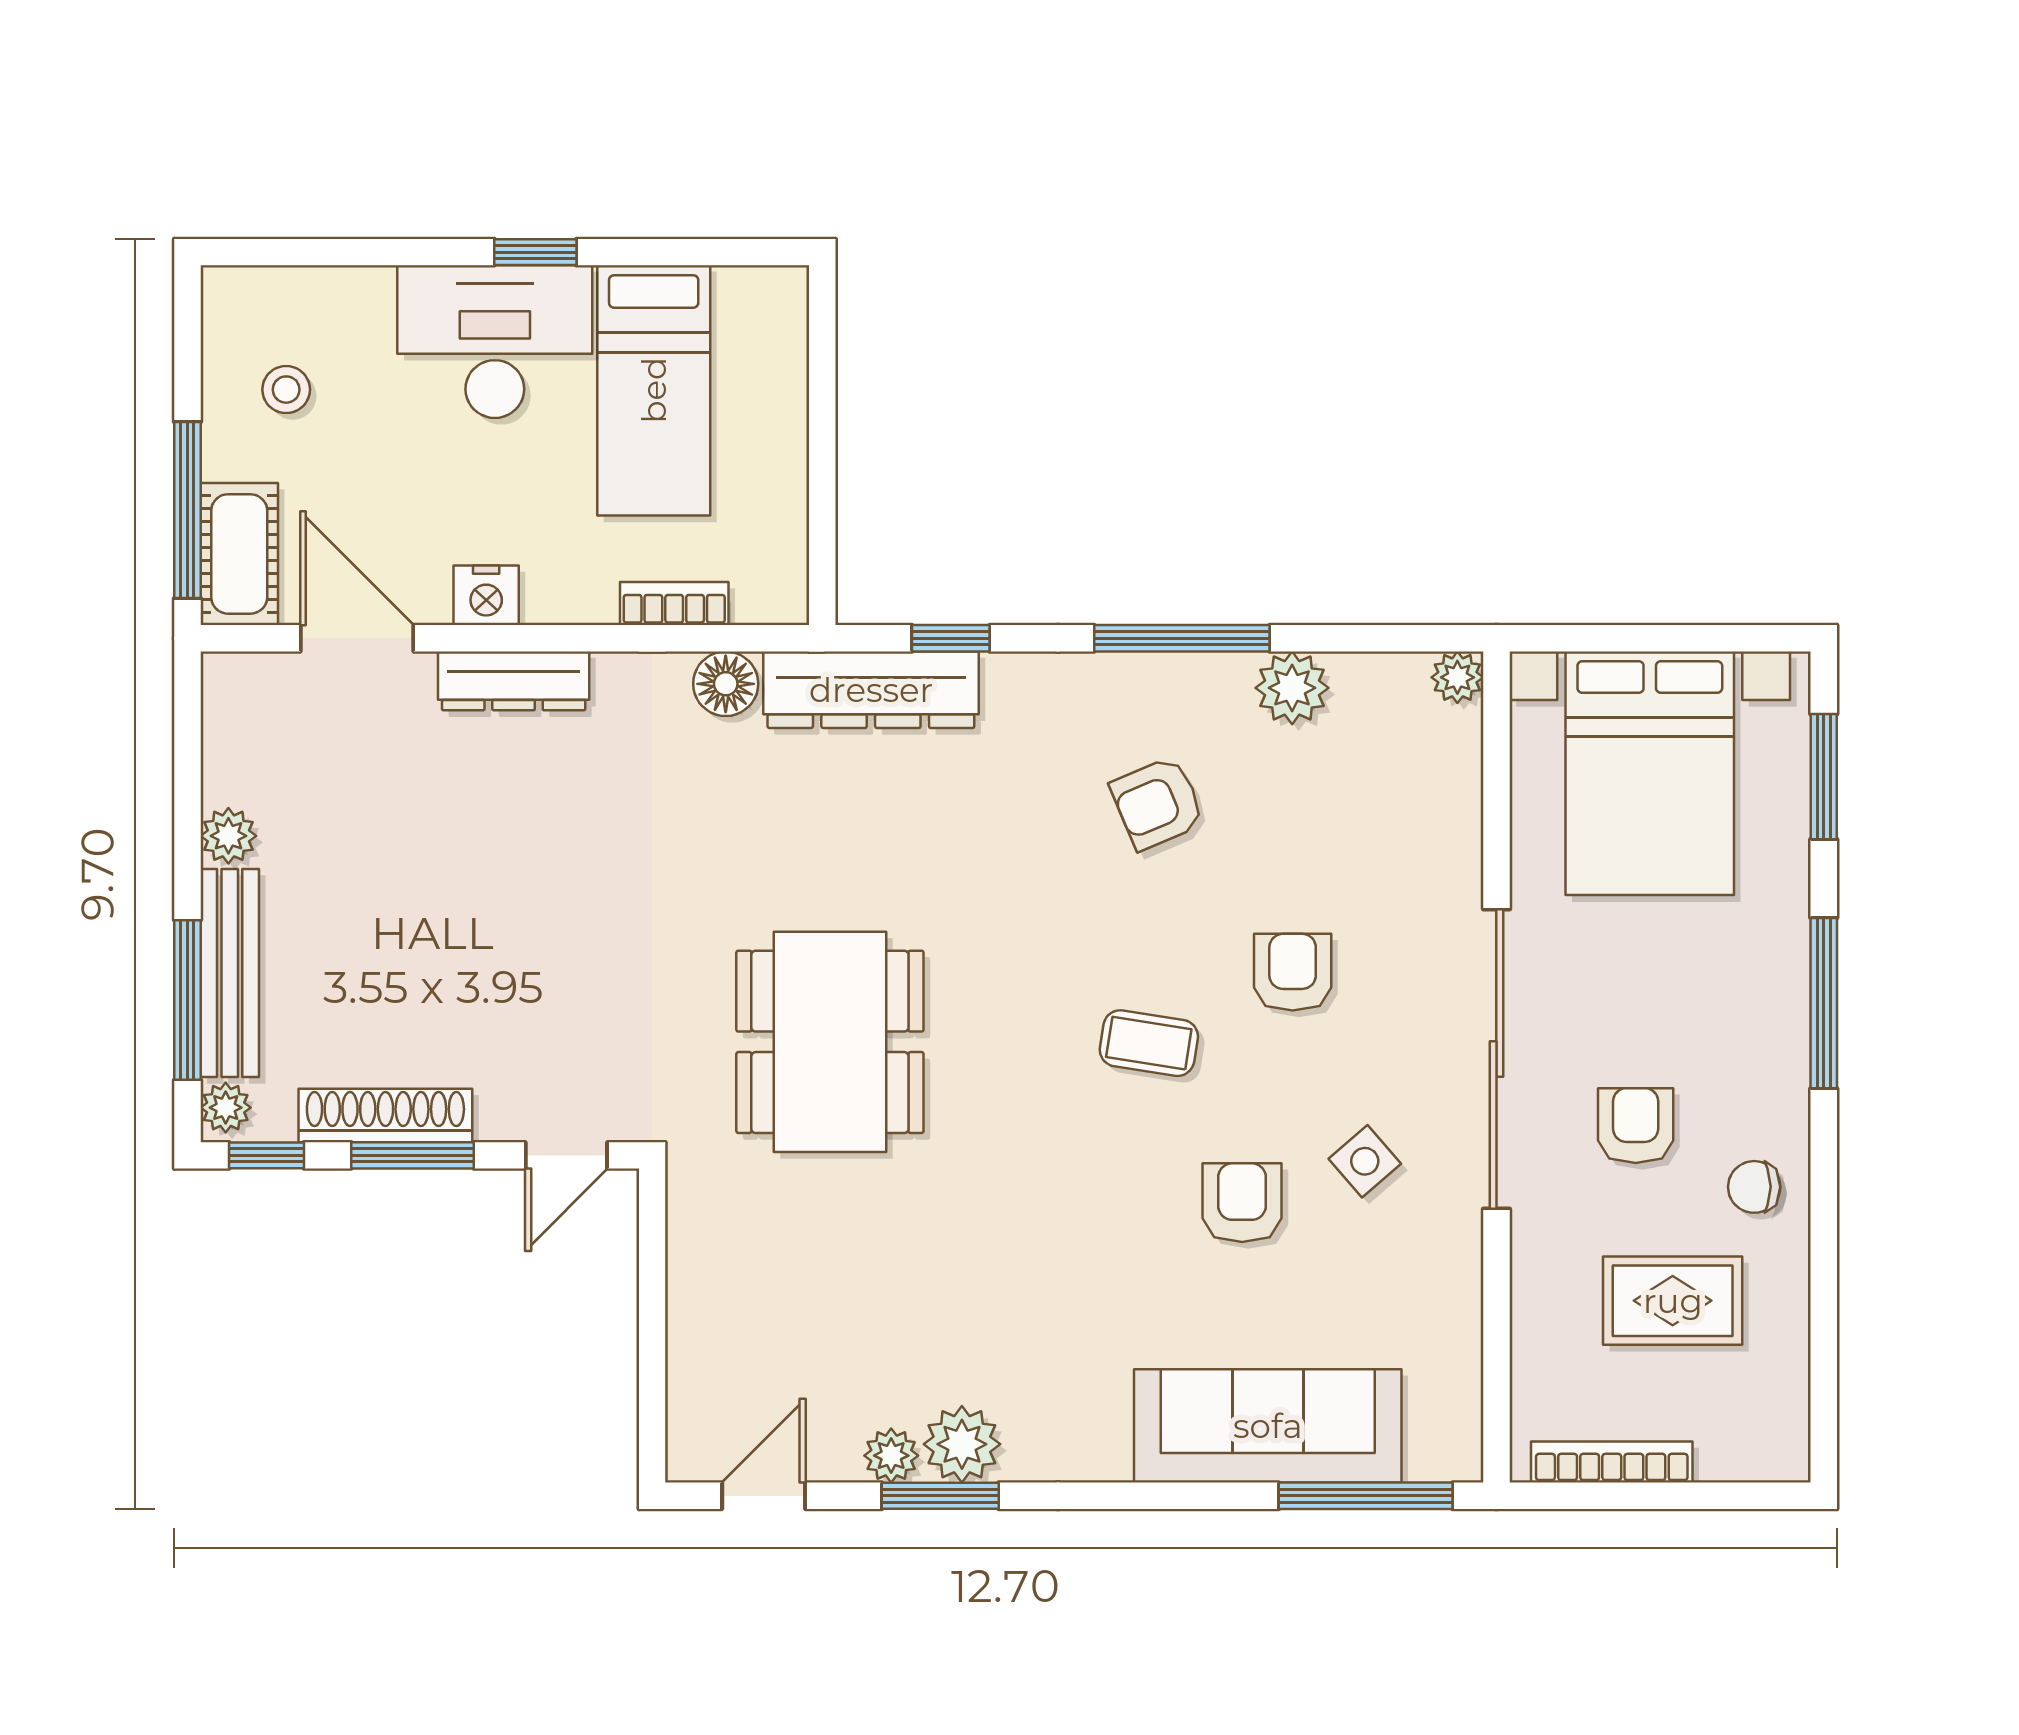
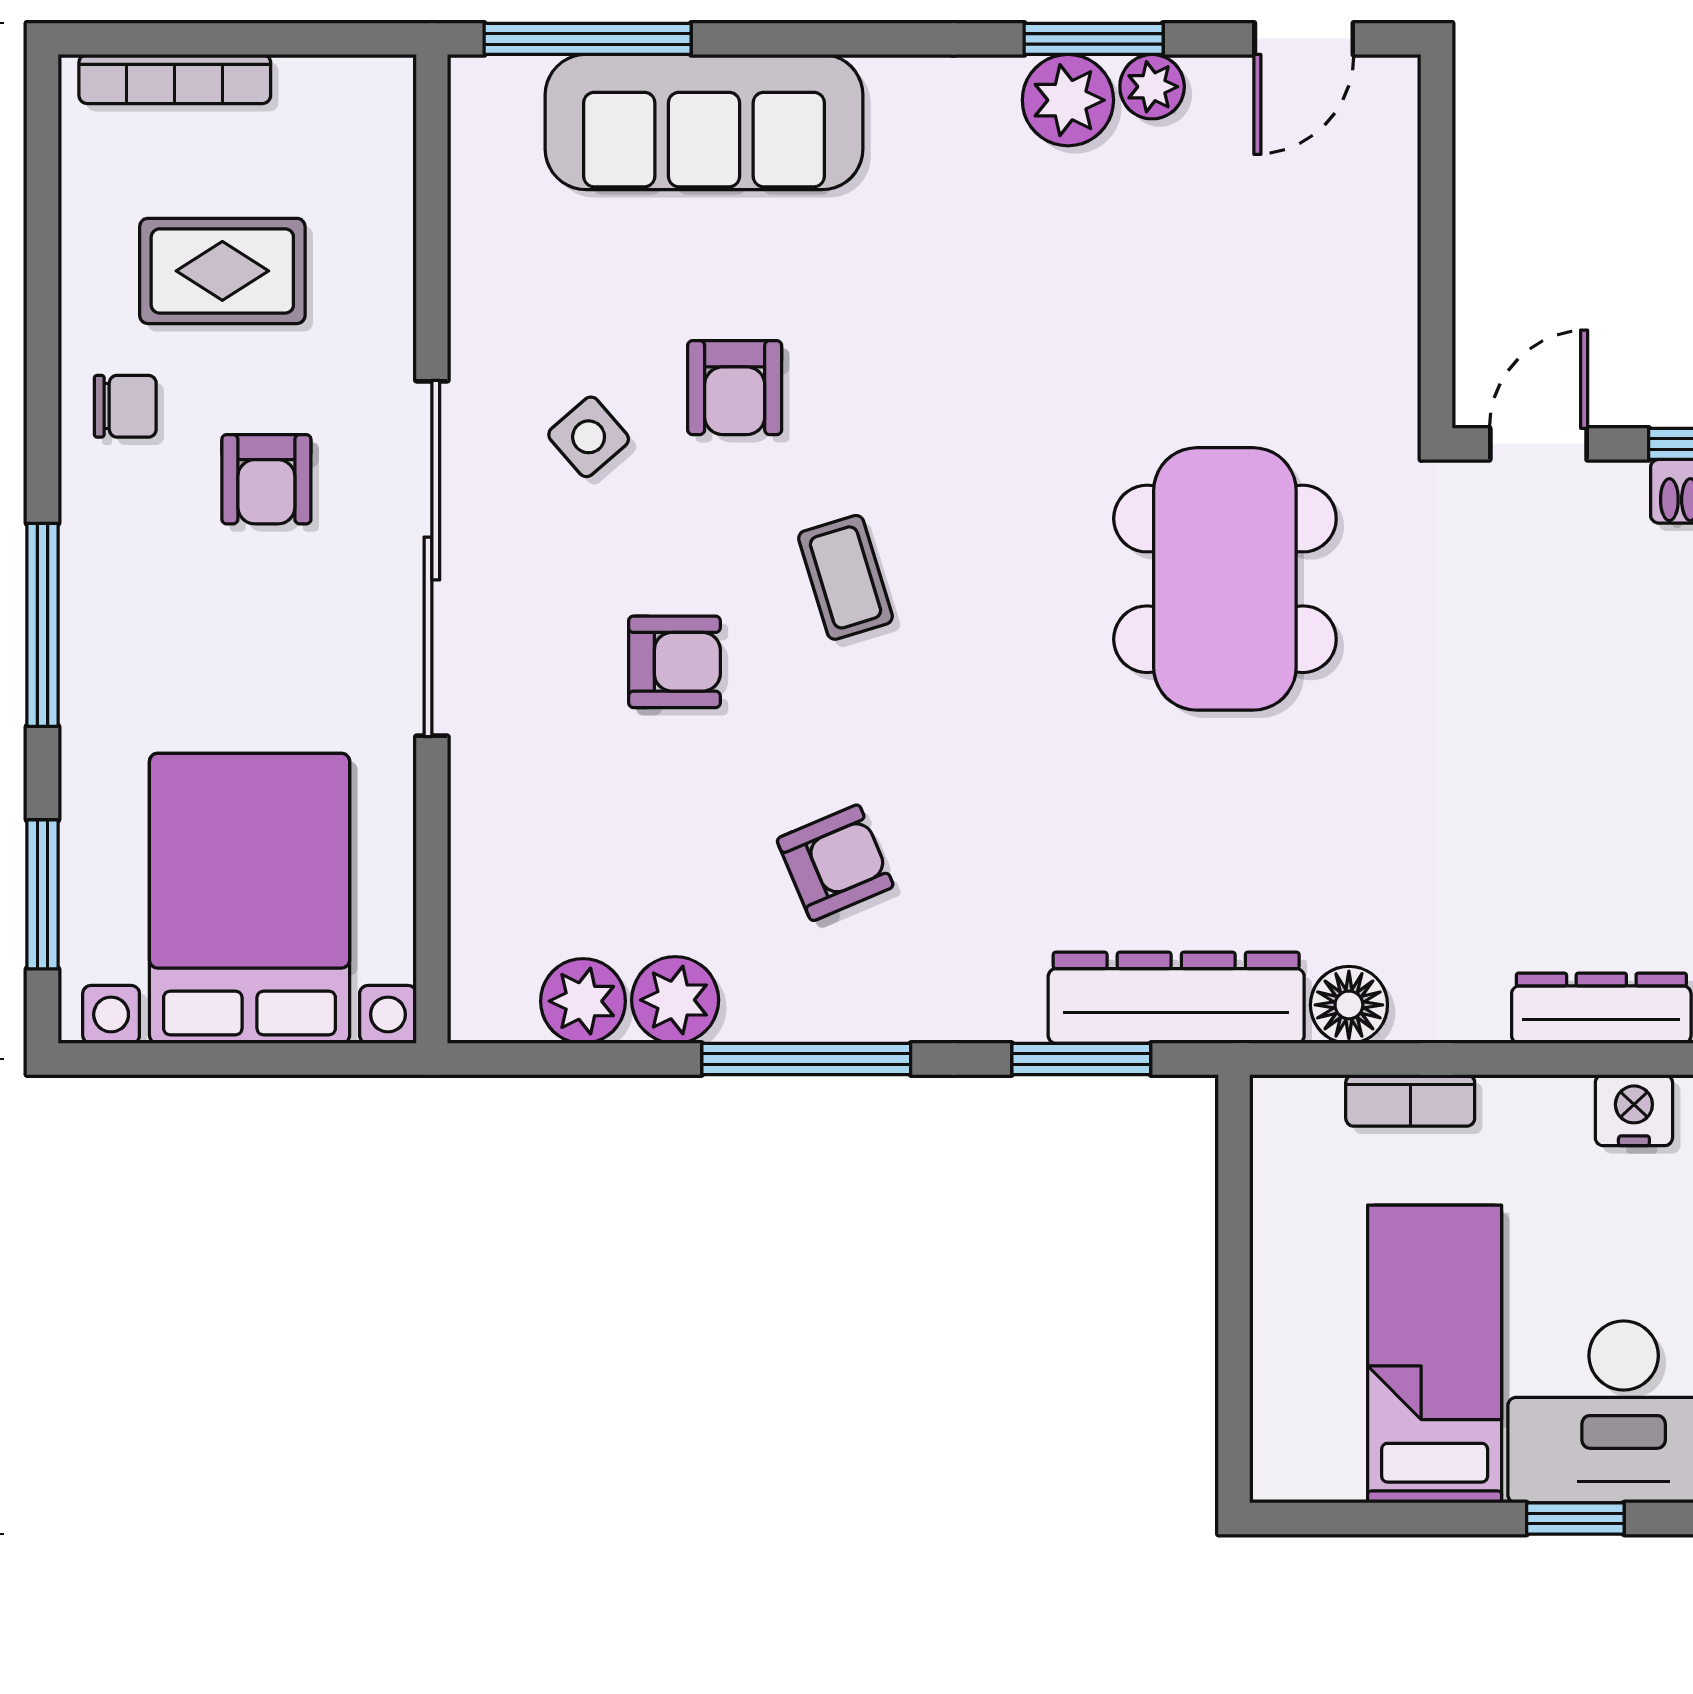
window: (951, 638) -> (1081, 1059), width x1.50
plant: (1457, 677) -> (583, 1001), moved, width x1.38, depth x1.38
armchair: (1293, 972) -> (674, 662), turned -90
coffee table: (1149, 1043) -> (845, 577), turned 64
bookcase: (1612, 1462) -> (175, 79), moved

